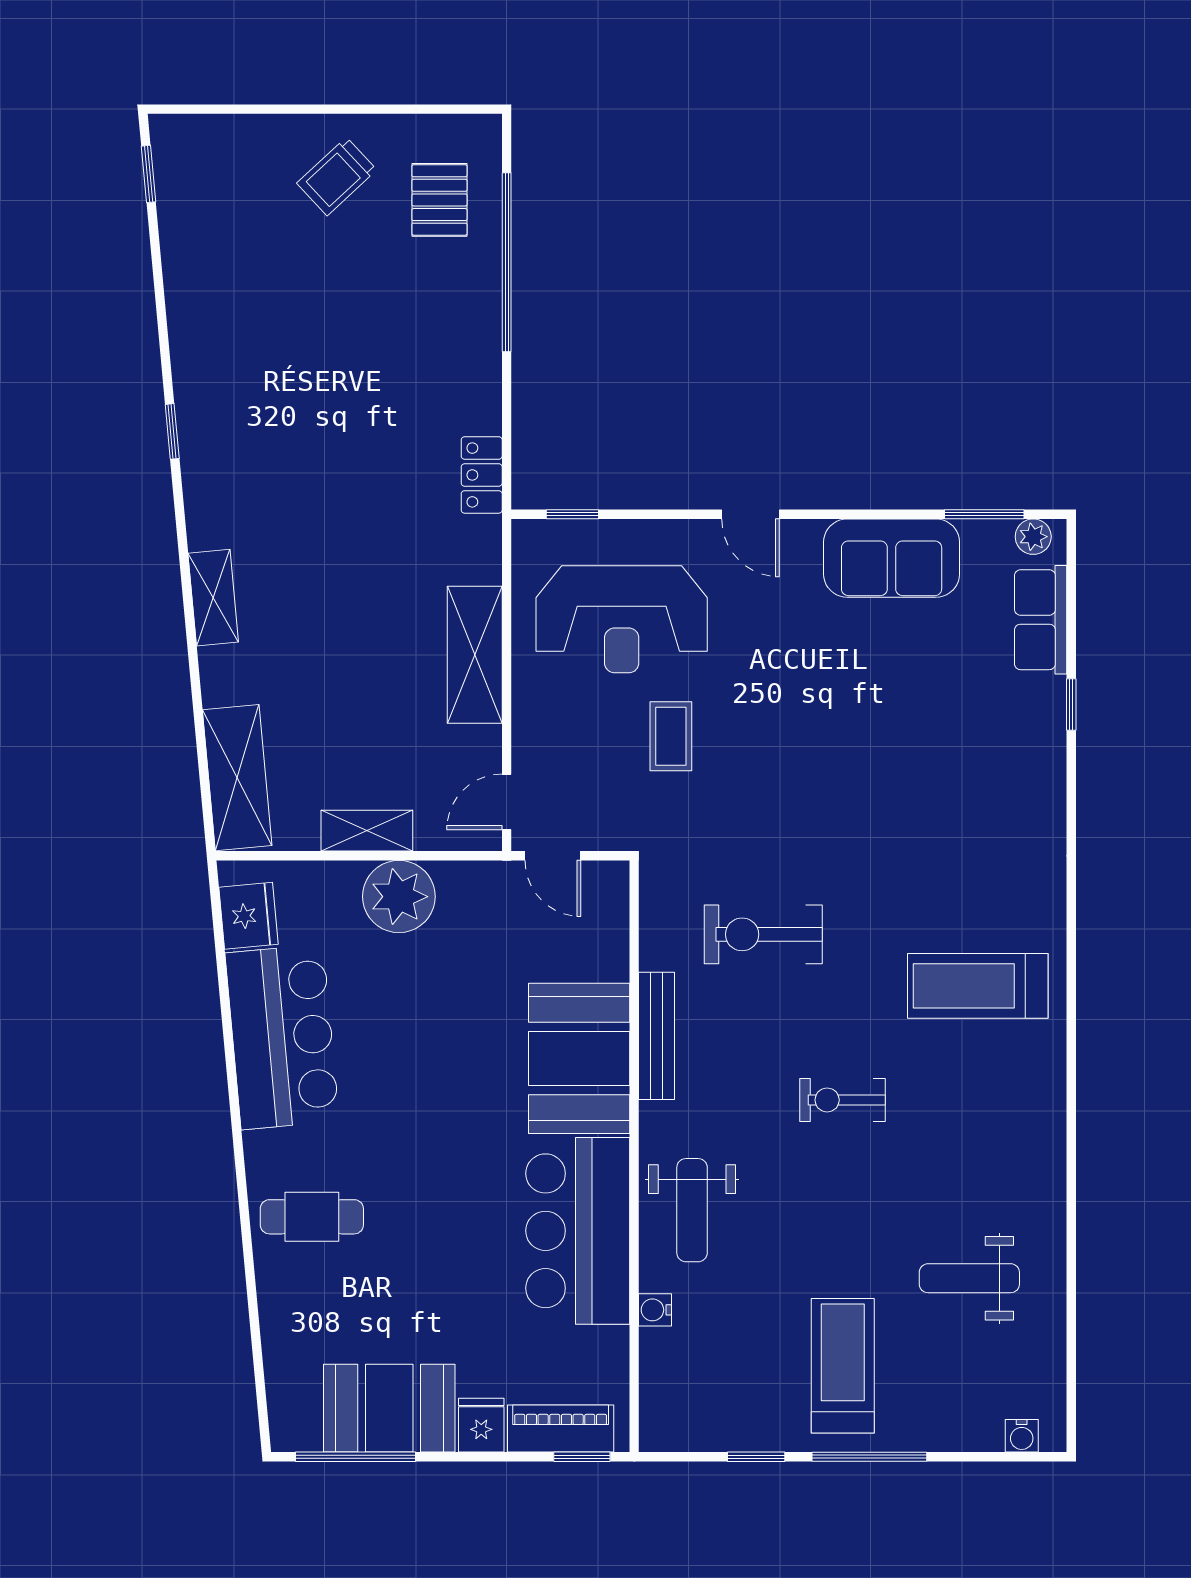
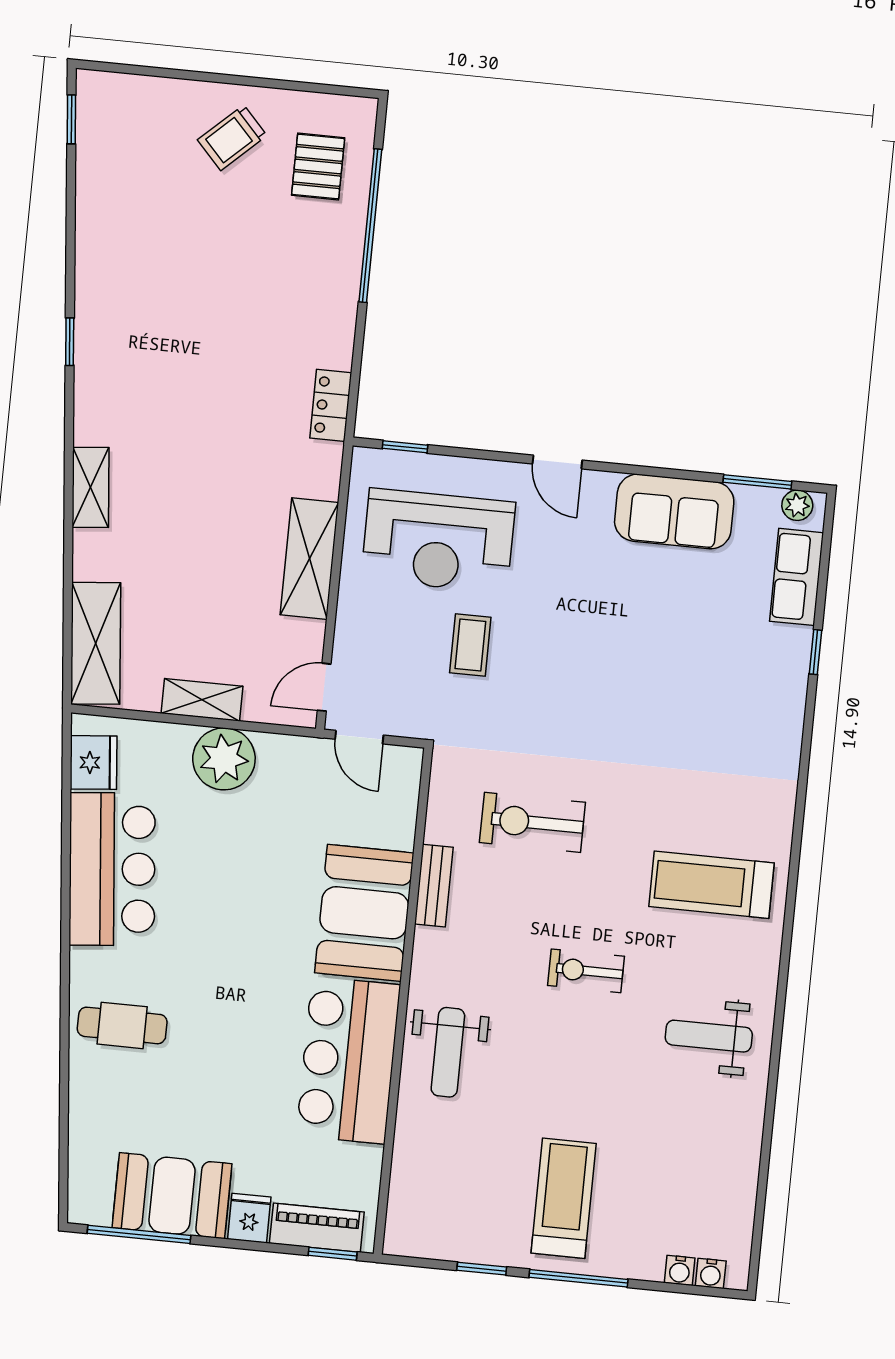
bench: (657, 1036) -> (434, 886), width x0.73
weight bench: (969, 1278) -> (709, 1036), moved
water cooler: (655, 1310) -> (680, 1270), moved, turned -90

